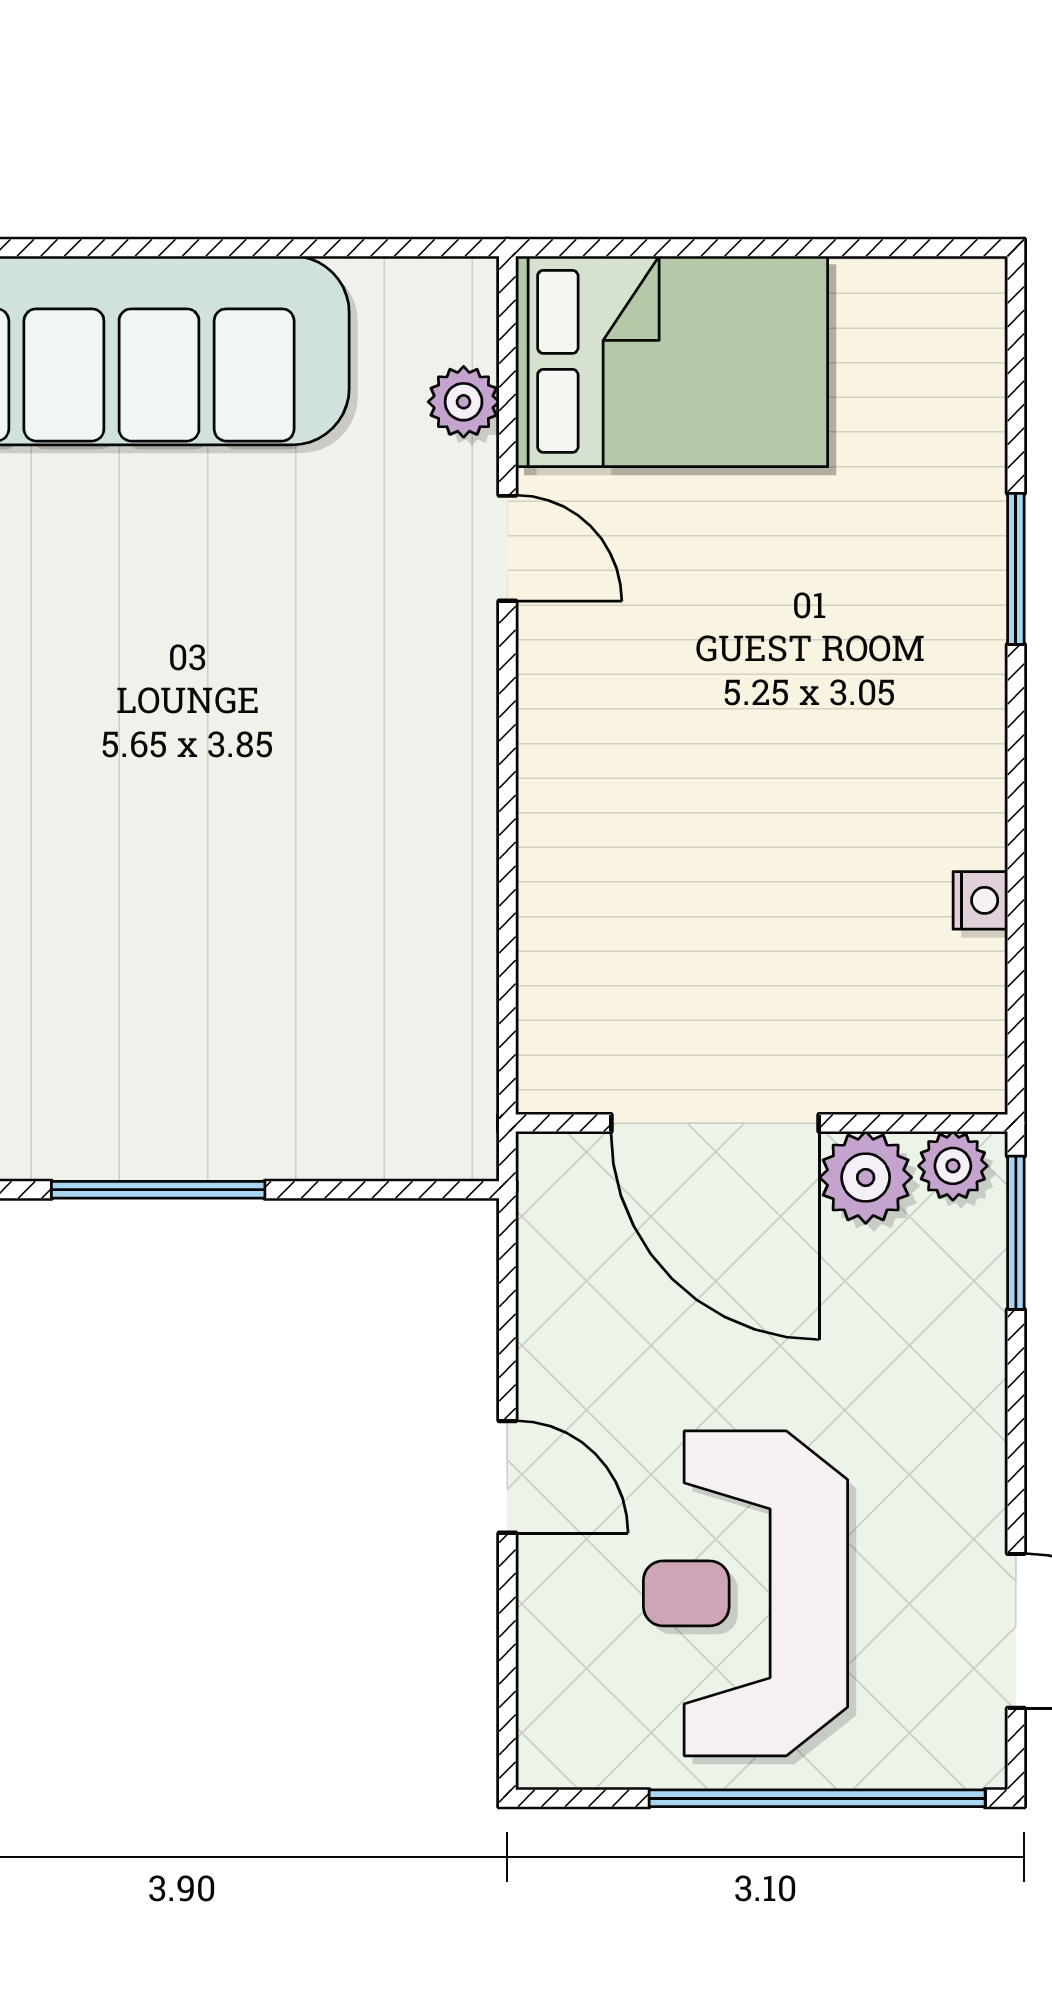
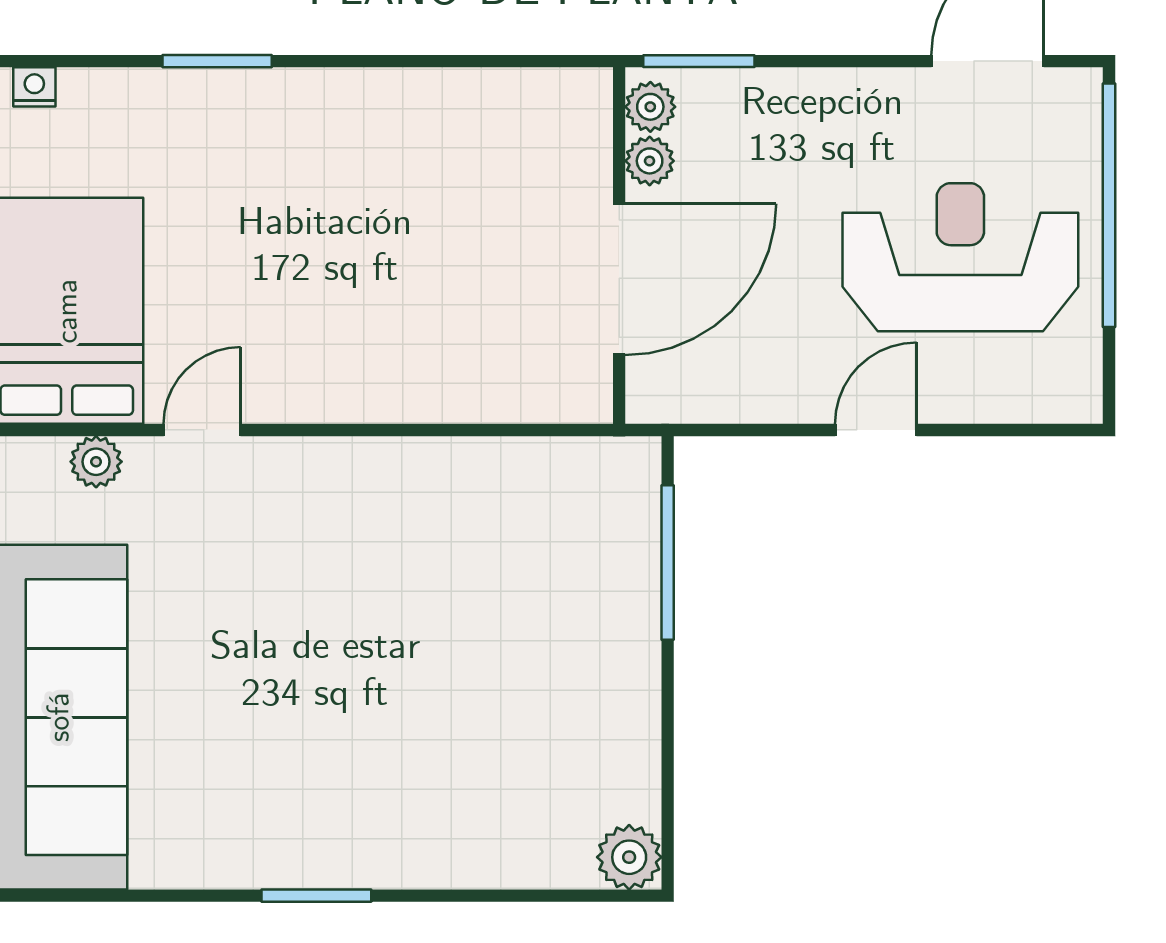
nightstand: (980, 900) -> (34, 87), moved
plant: (866, 1177) -> (650, 161), width x0.73, depth x0.73
window: (158, 1190) -> (668, 563), moved
reception desk: (746, 1593) -> (960, 257), turned 180

